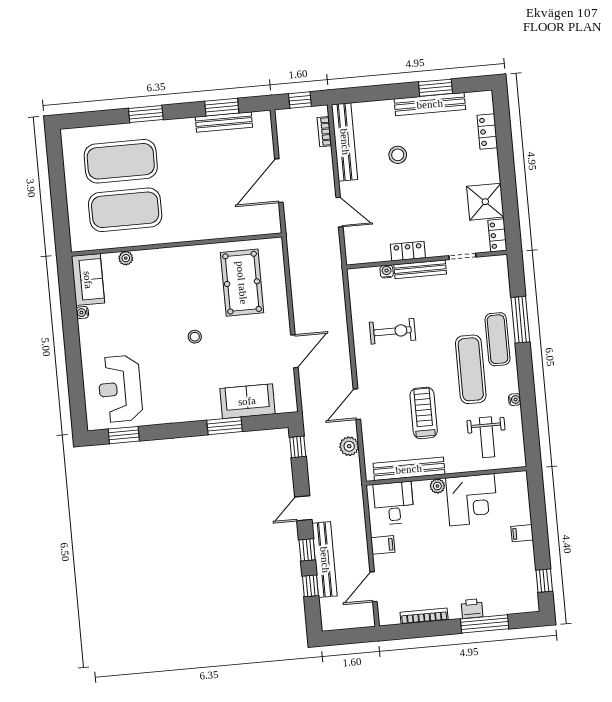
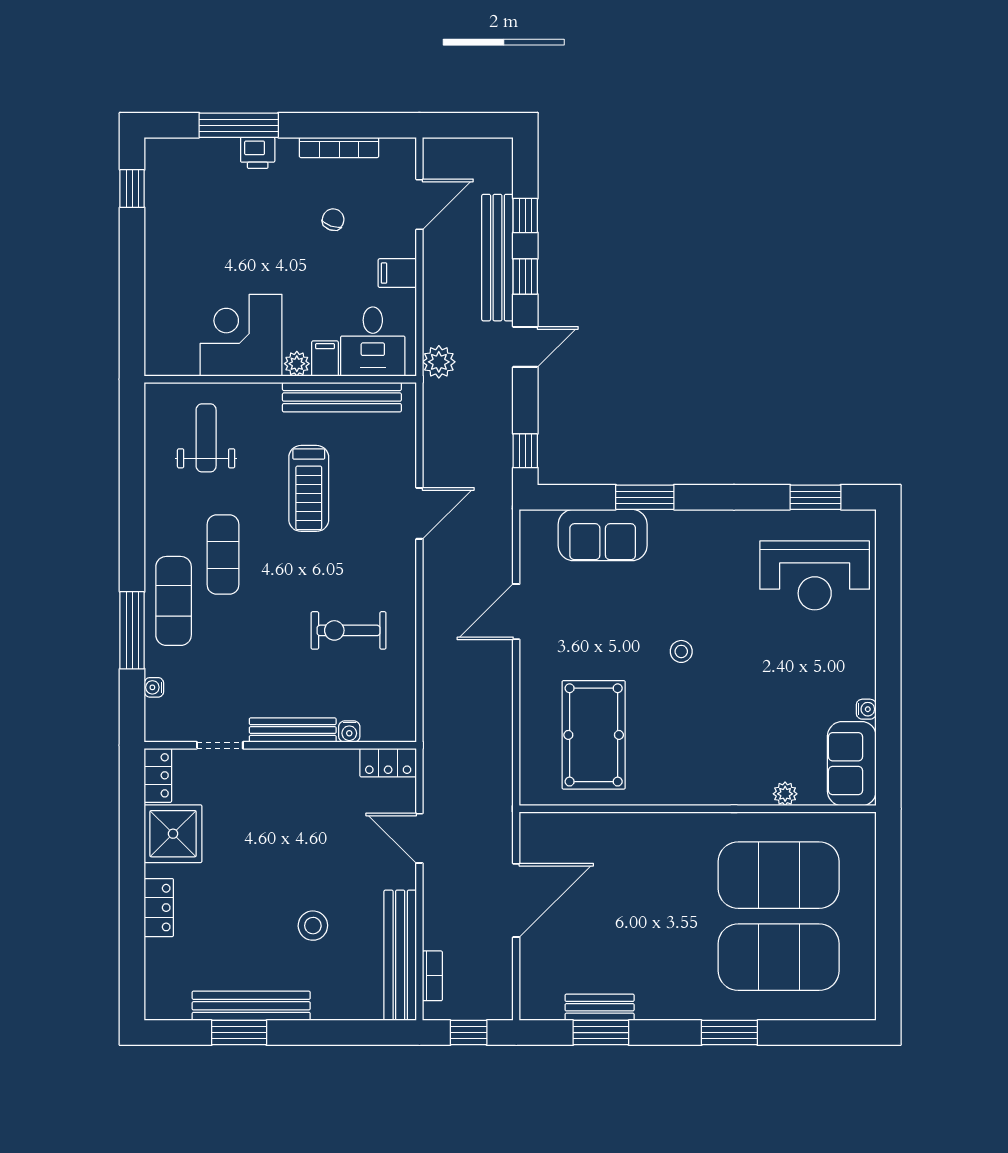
bench: (224, 122) -> (600, 1007), width x0.73
locker: (487, 132) -> (159, 908), moved
locker: (408, 251) -> (388, 763), moved
exercise mat: (471, 369) -> (223, 555), width x0.73, depth x0.69
reception desk: (120, 389) -> (815, 575), turned 90
water cooler: (515, 400) -> (154, 687), moved
plant: (349, 446) -> (439, 362), moved
filing cabinet: (522, 533) -> (325, 359), moved, turned -90
chair: (424, 573) -> (333, 220), added

